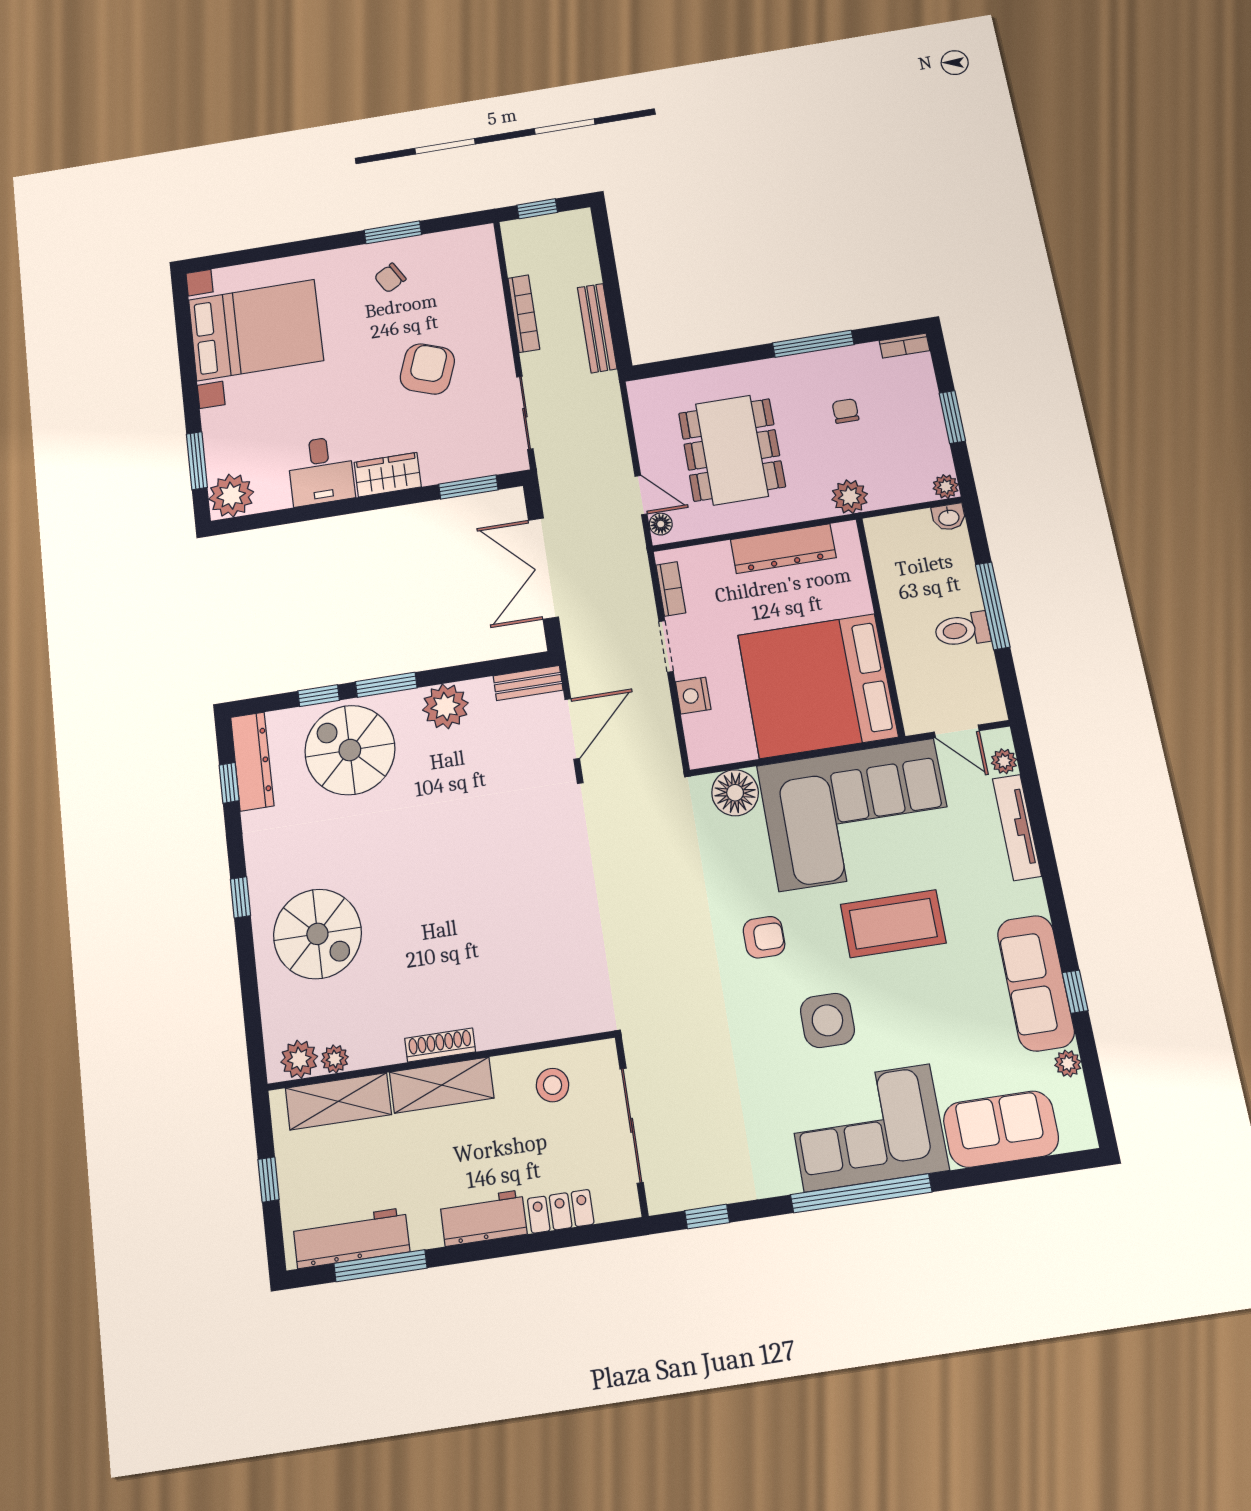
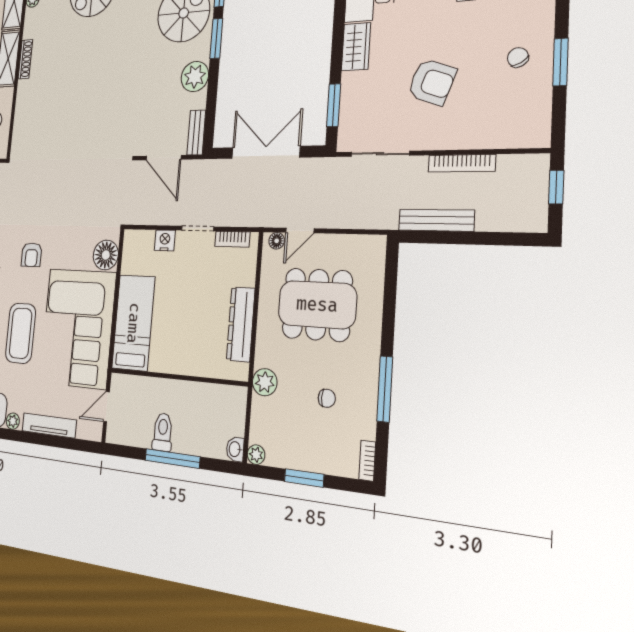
bed: (817, 686) -> (133, 323), width x0.49
plant: (1004, 761) -> (13, 421), moved

